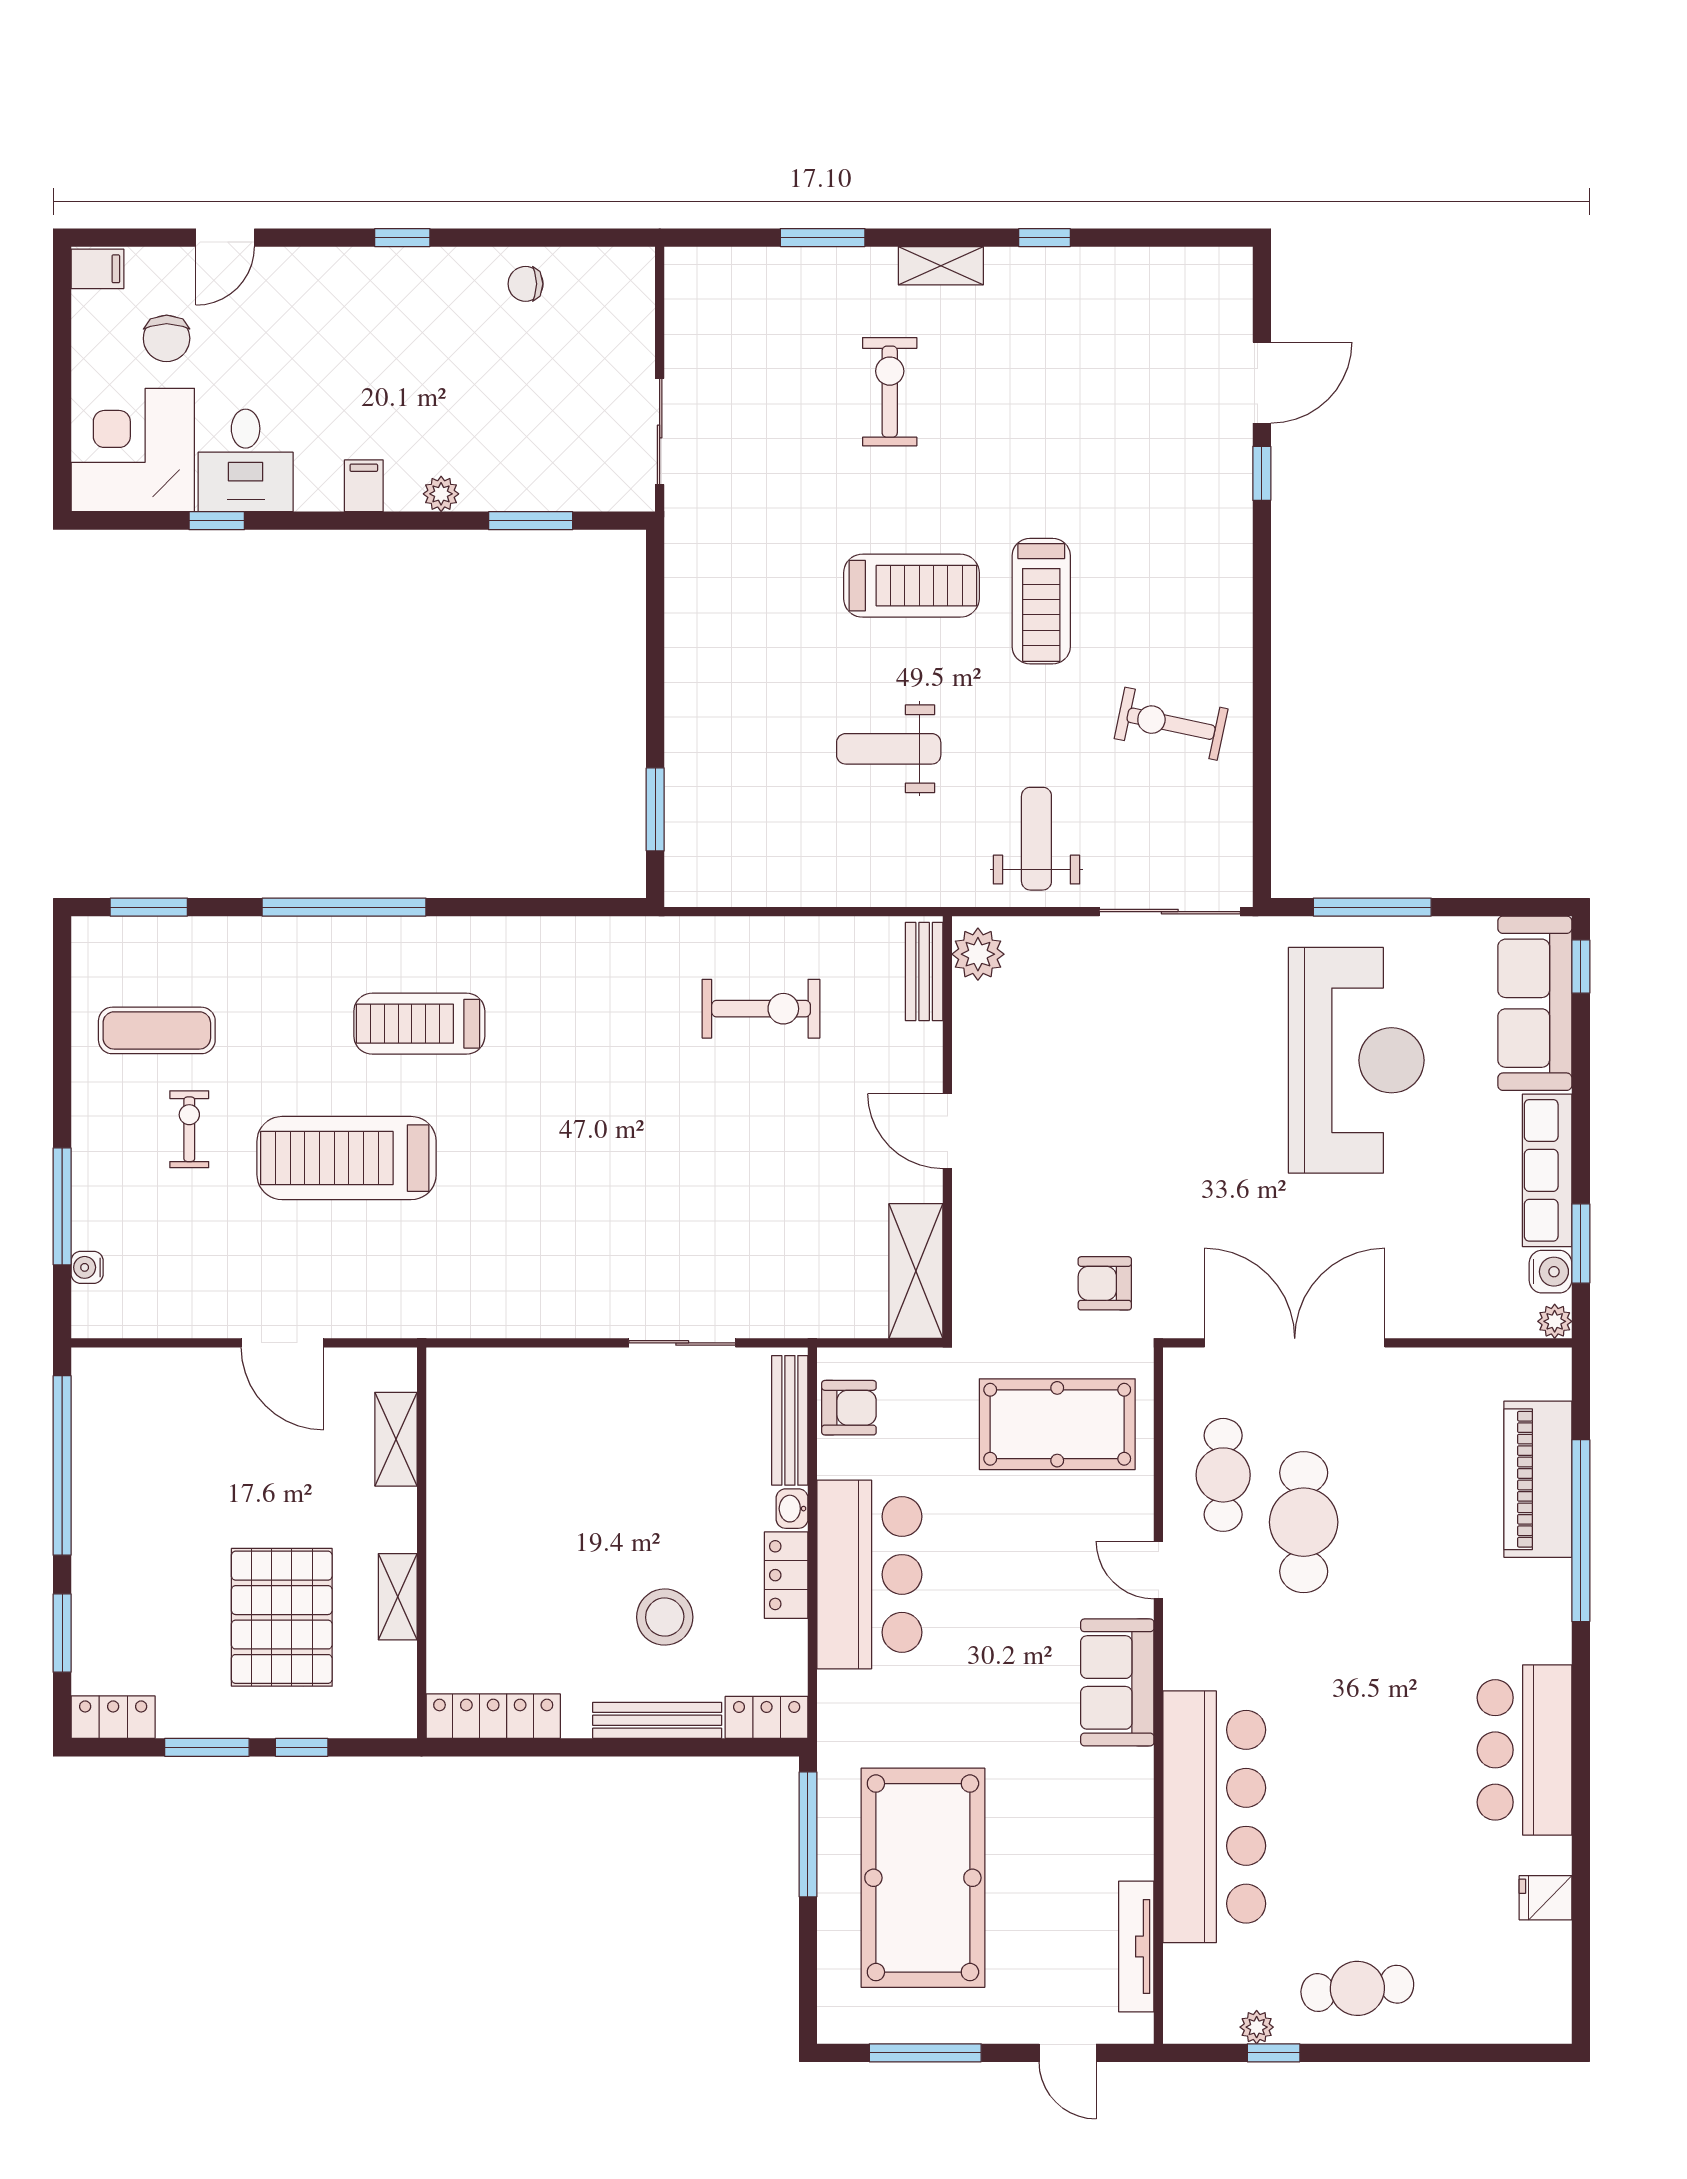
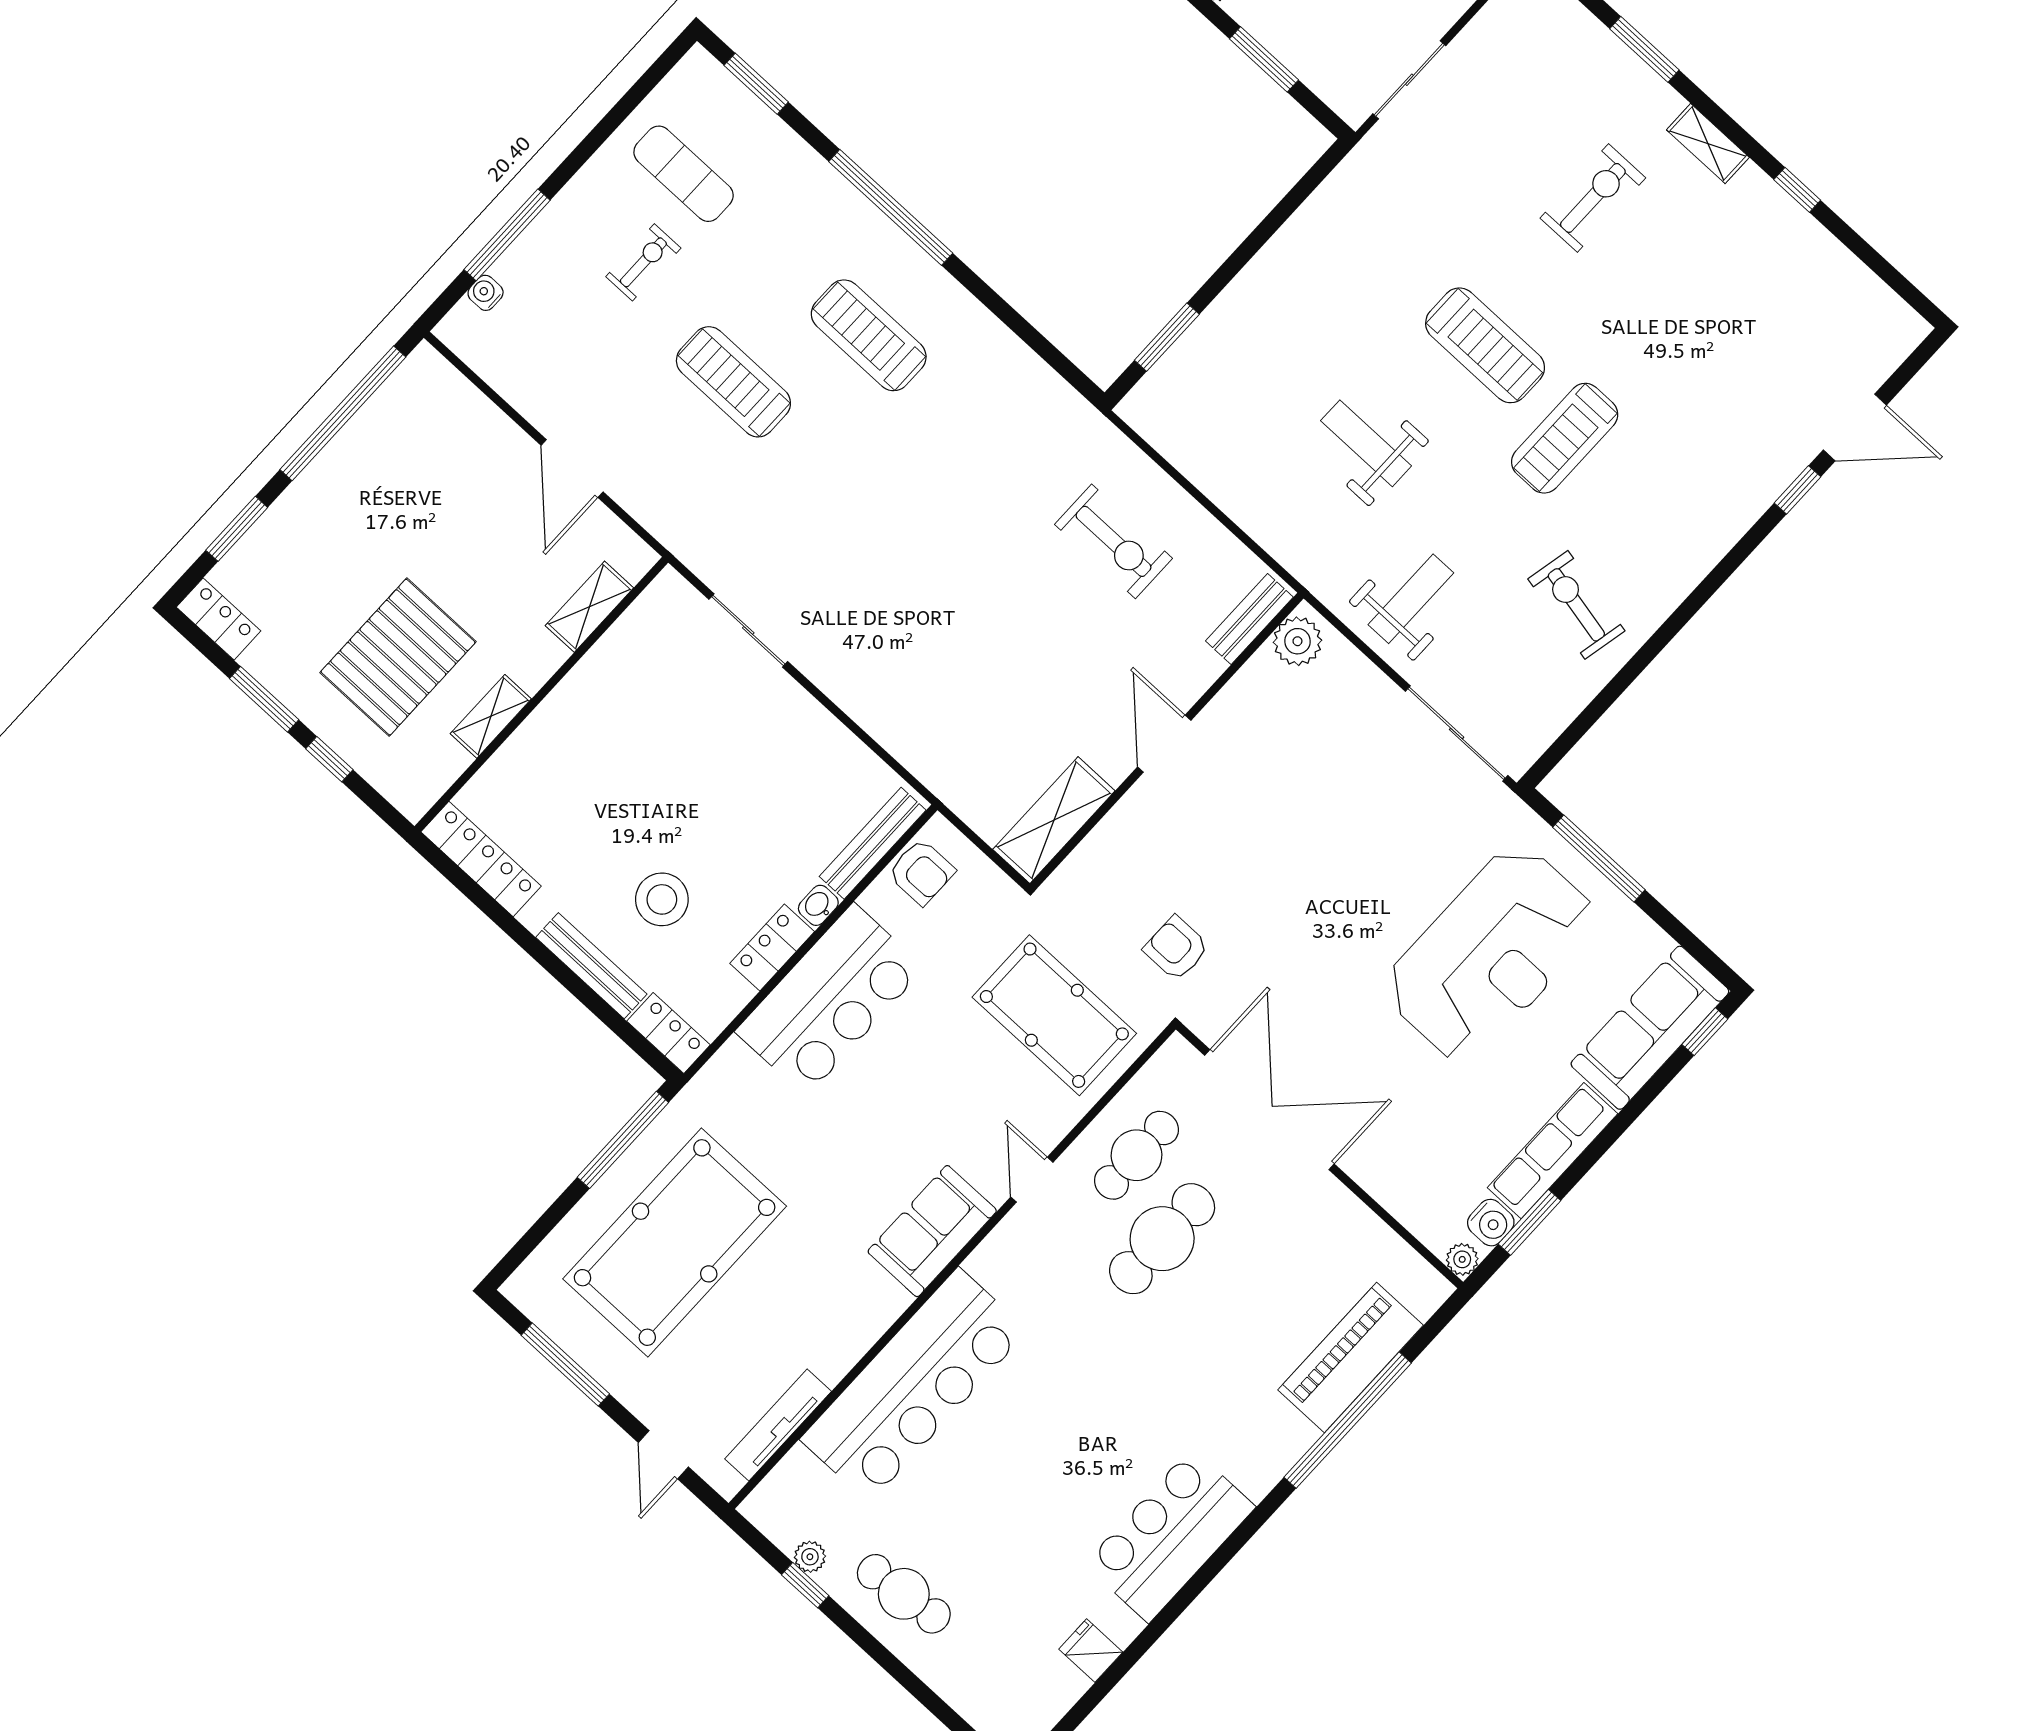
treadmill: (347, 1158) -> (733, 382), width x0.73, depth x0.73
sliding door: (682, 1343) -> (748, 630), moved

